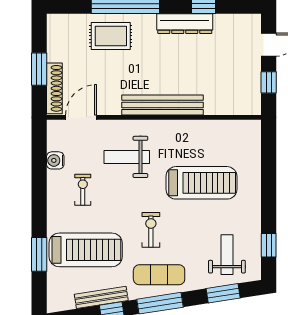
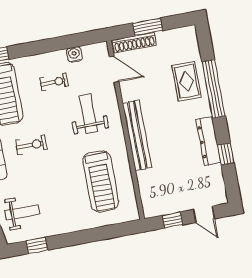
treadmill: (201, 183) -> (101, 181), moved

